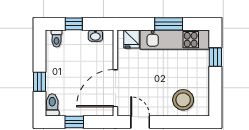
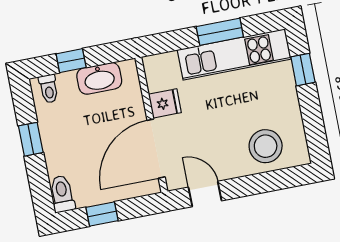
washbasin: (95, 36) -> (99, 78), width x1.91, depth x1.45
fridge: (131, 39) -> (165, 103), moved, turned -90
window: (39, 82) -> (31, 139), moved

